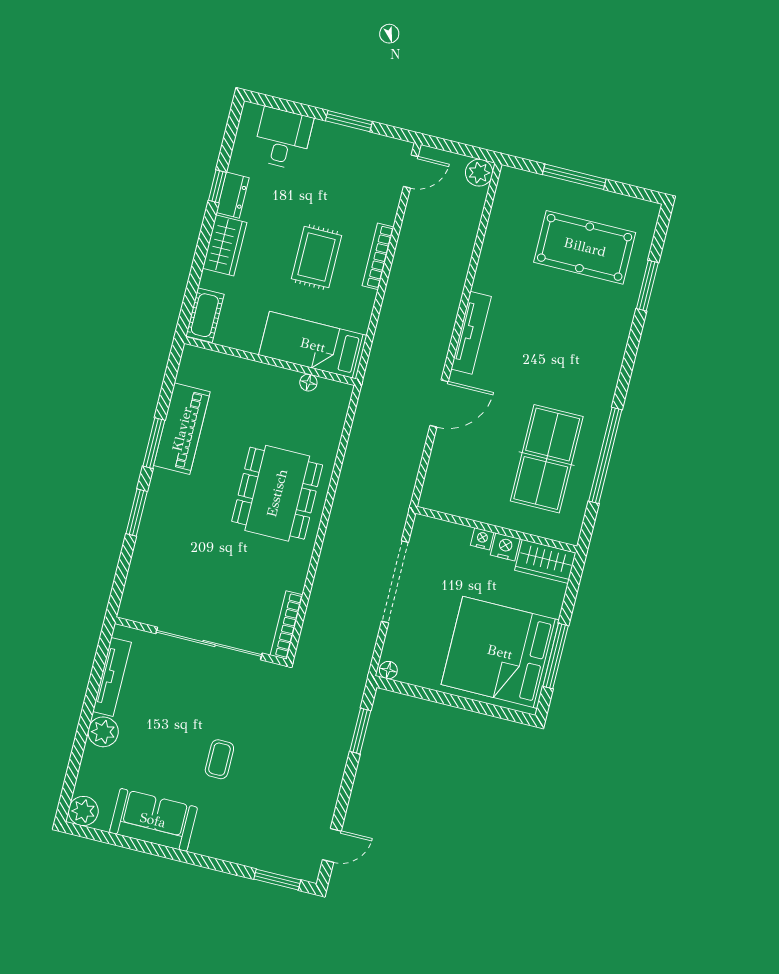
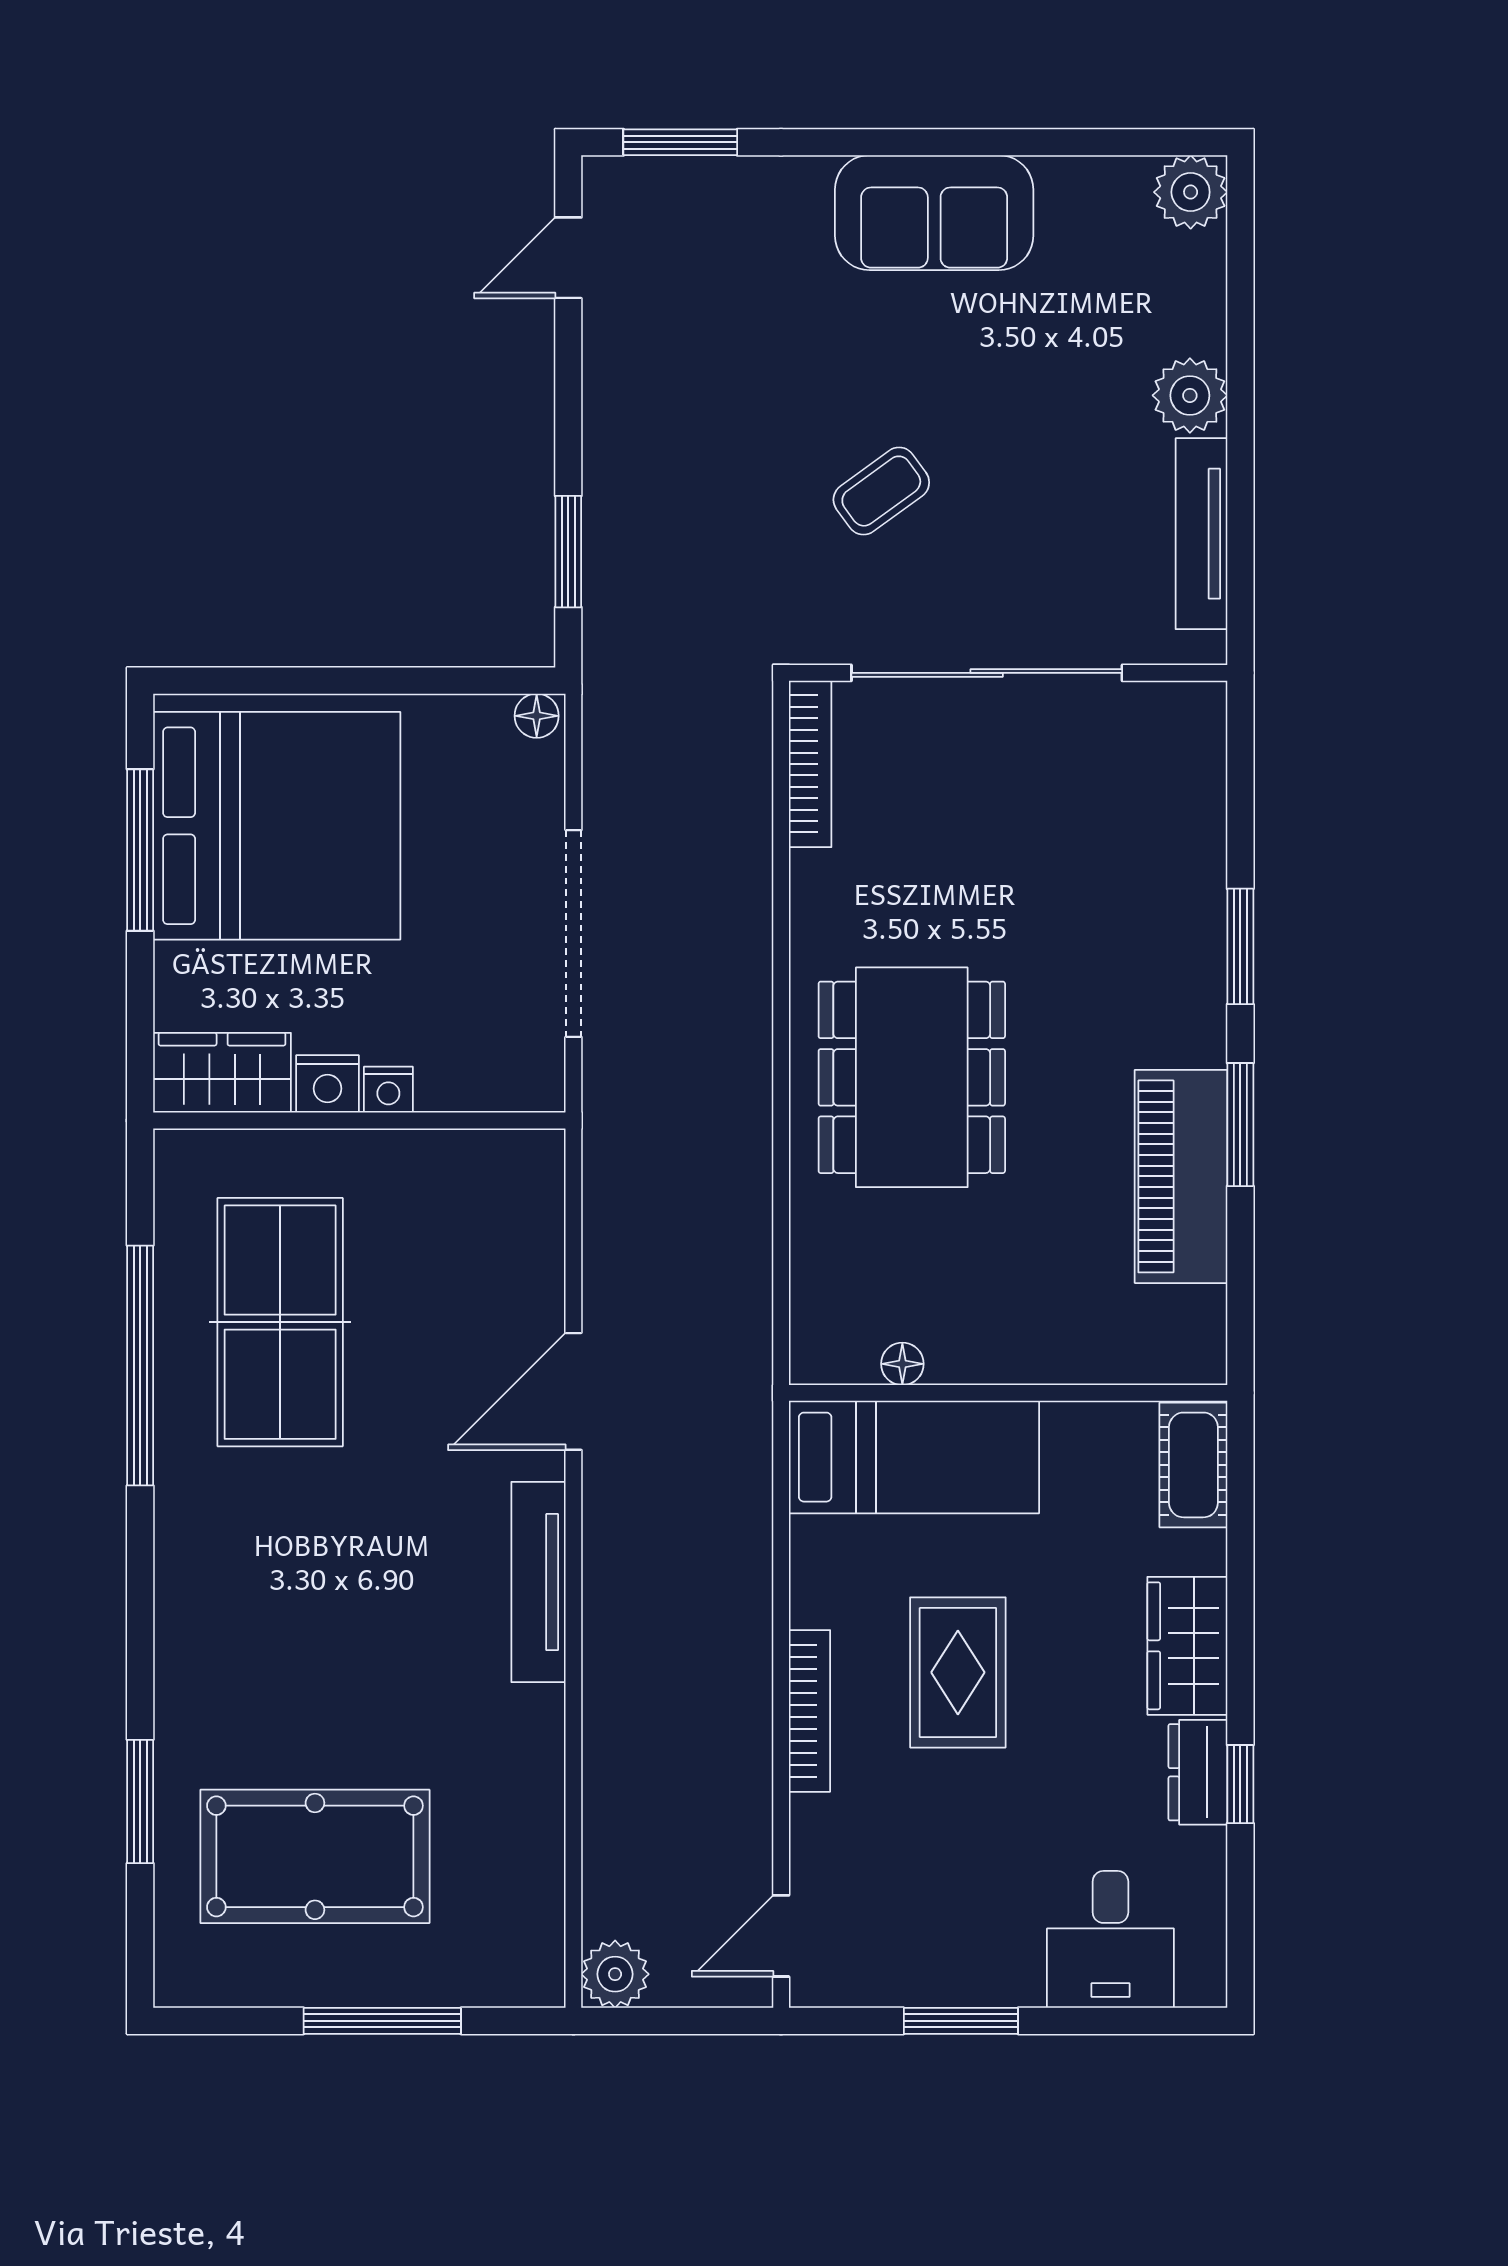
coffee table: (219, 759) -> (881, 491), moved, turned 54
sofa: (153, 820) -> (934, 213), moved

